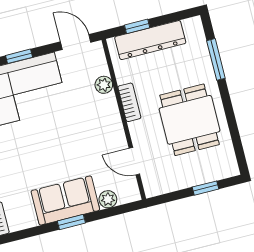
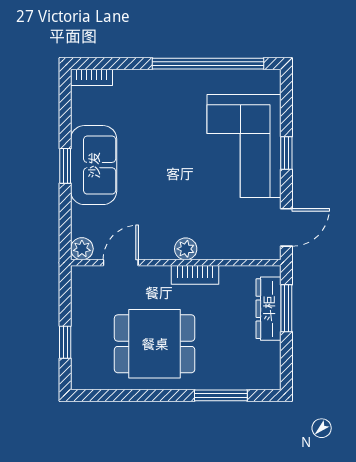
window: (137, 26) -> (286, 308), width x1.50
dresser: (150, 40) -> (269, 309), width x0.73, depth x0.80
plant: (104, 85) -> (186, 249), moved
plant: (108, 199) -> (82, 249), moved

